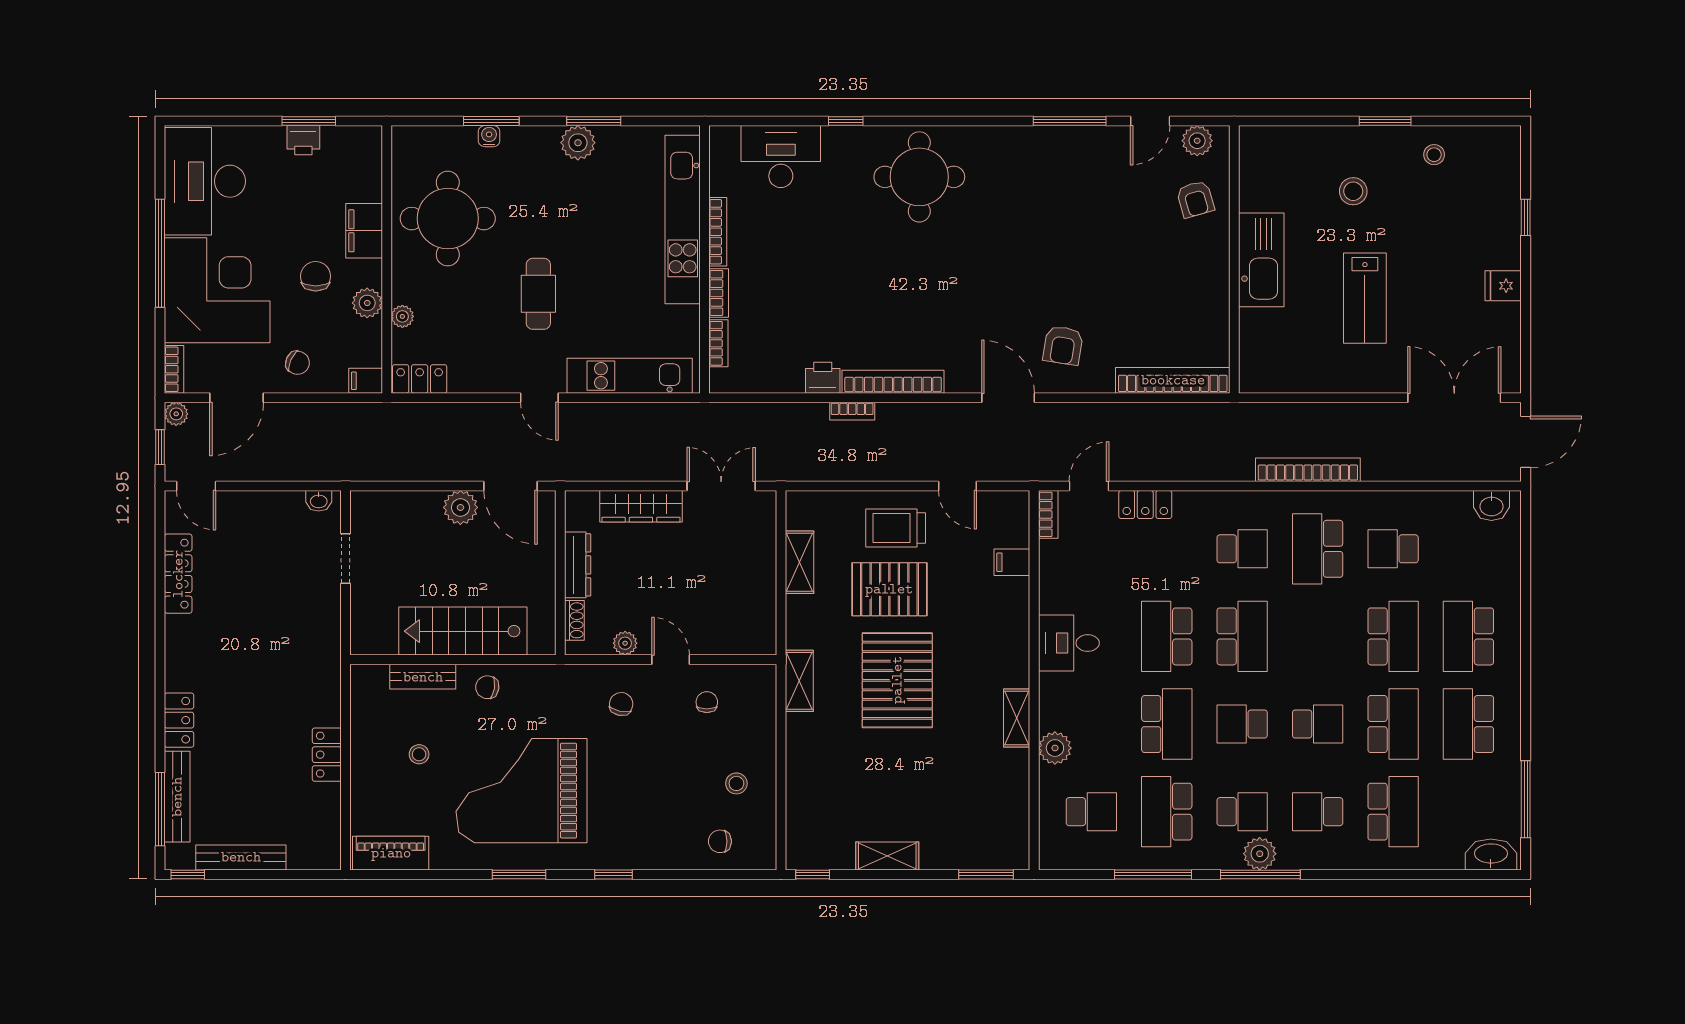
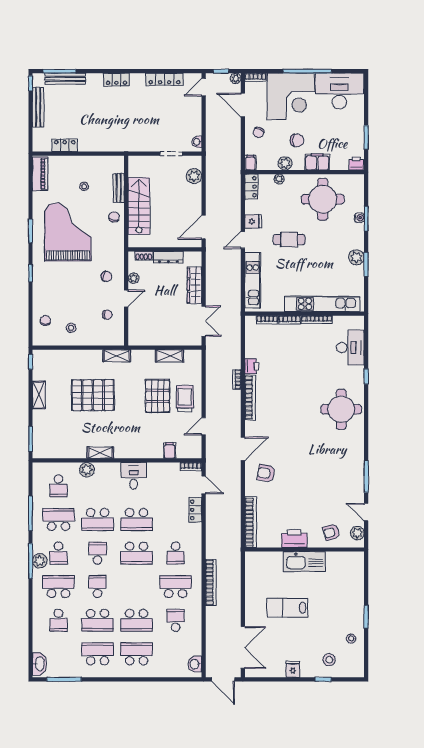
printer: (303, 140) -> (356, 164), moved, turned 90
stool: (1353, 191) -> (329, 660), moved
printer: (1210, 282) -> (294, 539), added
fridge: (497, 375) -> (253, 221), added
plant: (460, 507) -> (194, 176), moved
school desk: (1167, 636) -> (137, 519), turned 180
pallet: (897, 680) -> (93, 395), moved
locker: (179, 720) -> (116, 80), moved
school desk: (1318, 724) -> (98, 587), turned 180
locker: (327, 755) -> (65, 145), moved
school desk: (1318, 812) -> (59, 587), width x1.85
school desk: (1393, 812) -> (59, 620), width x0.54

